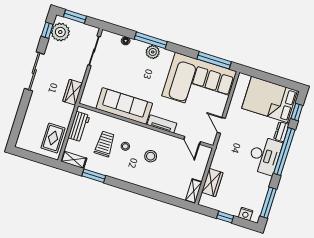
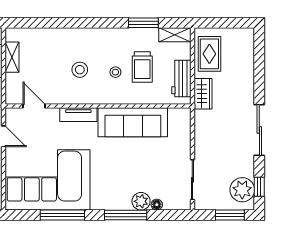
plant: (153, 52) -> (141, 201), moved
window: (214, 60) -> (62, 215), moved
wardrobe: (73, 92) -> (203, 94), moved
shelving: (194, 191) -> (12, 57), moved

